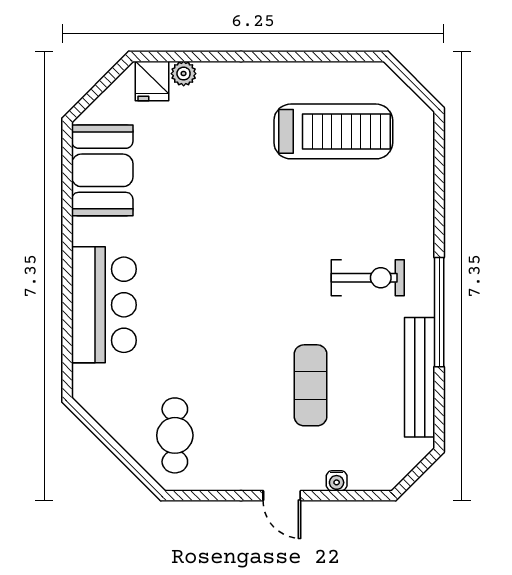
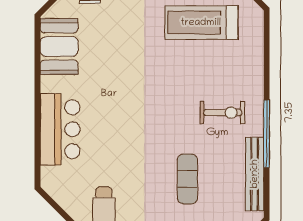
treadmill: (333, 131) -> (201, 23), turned 180

